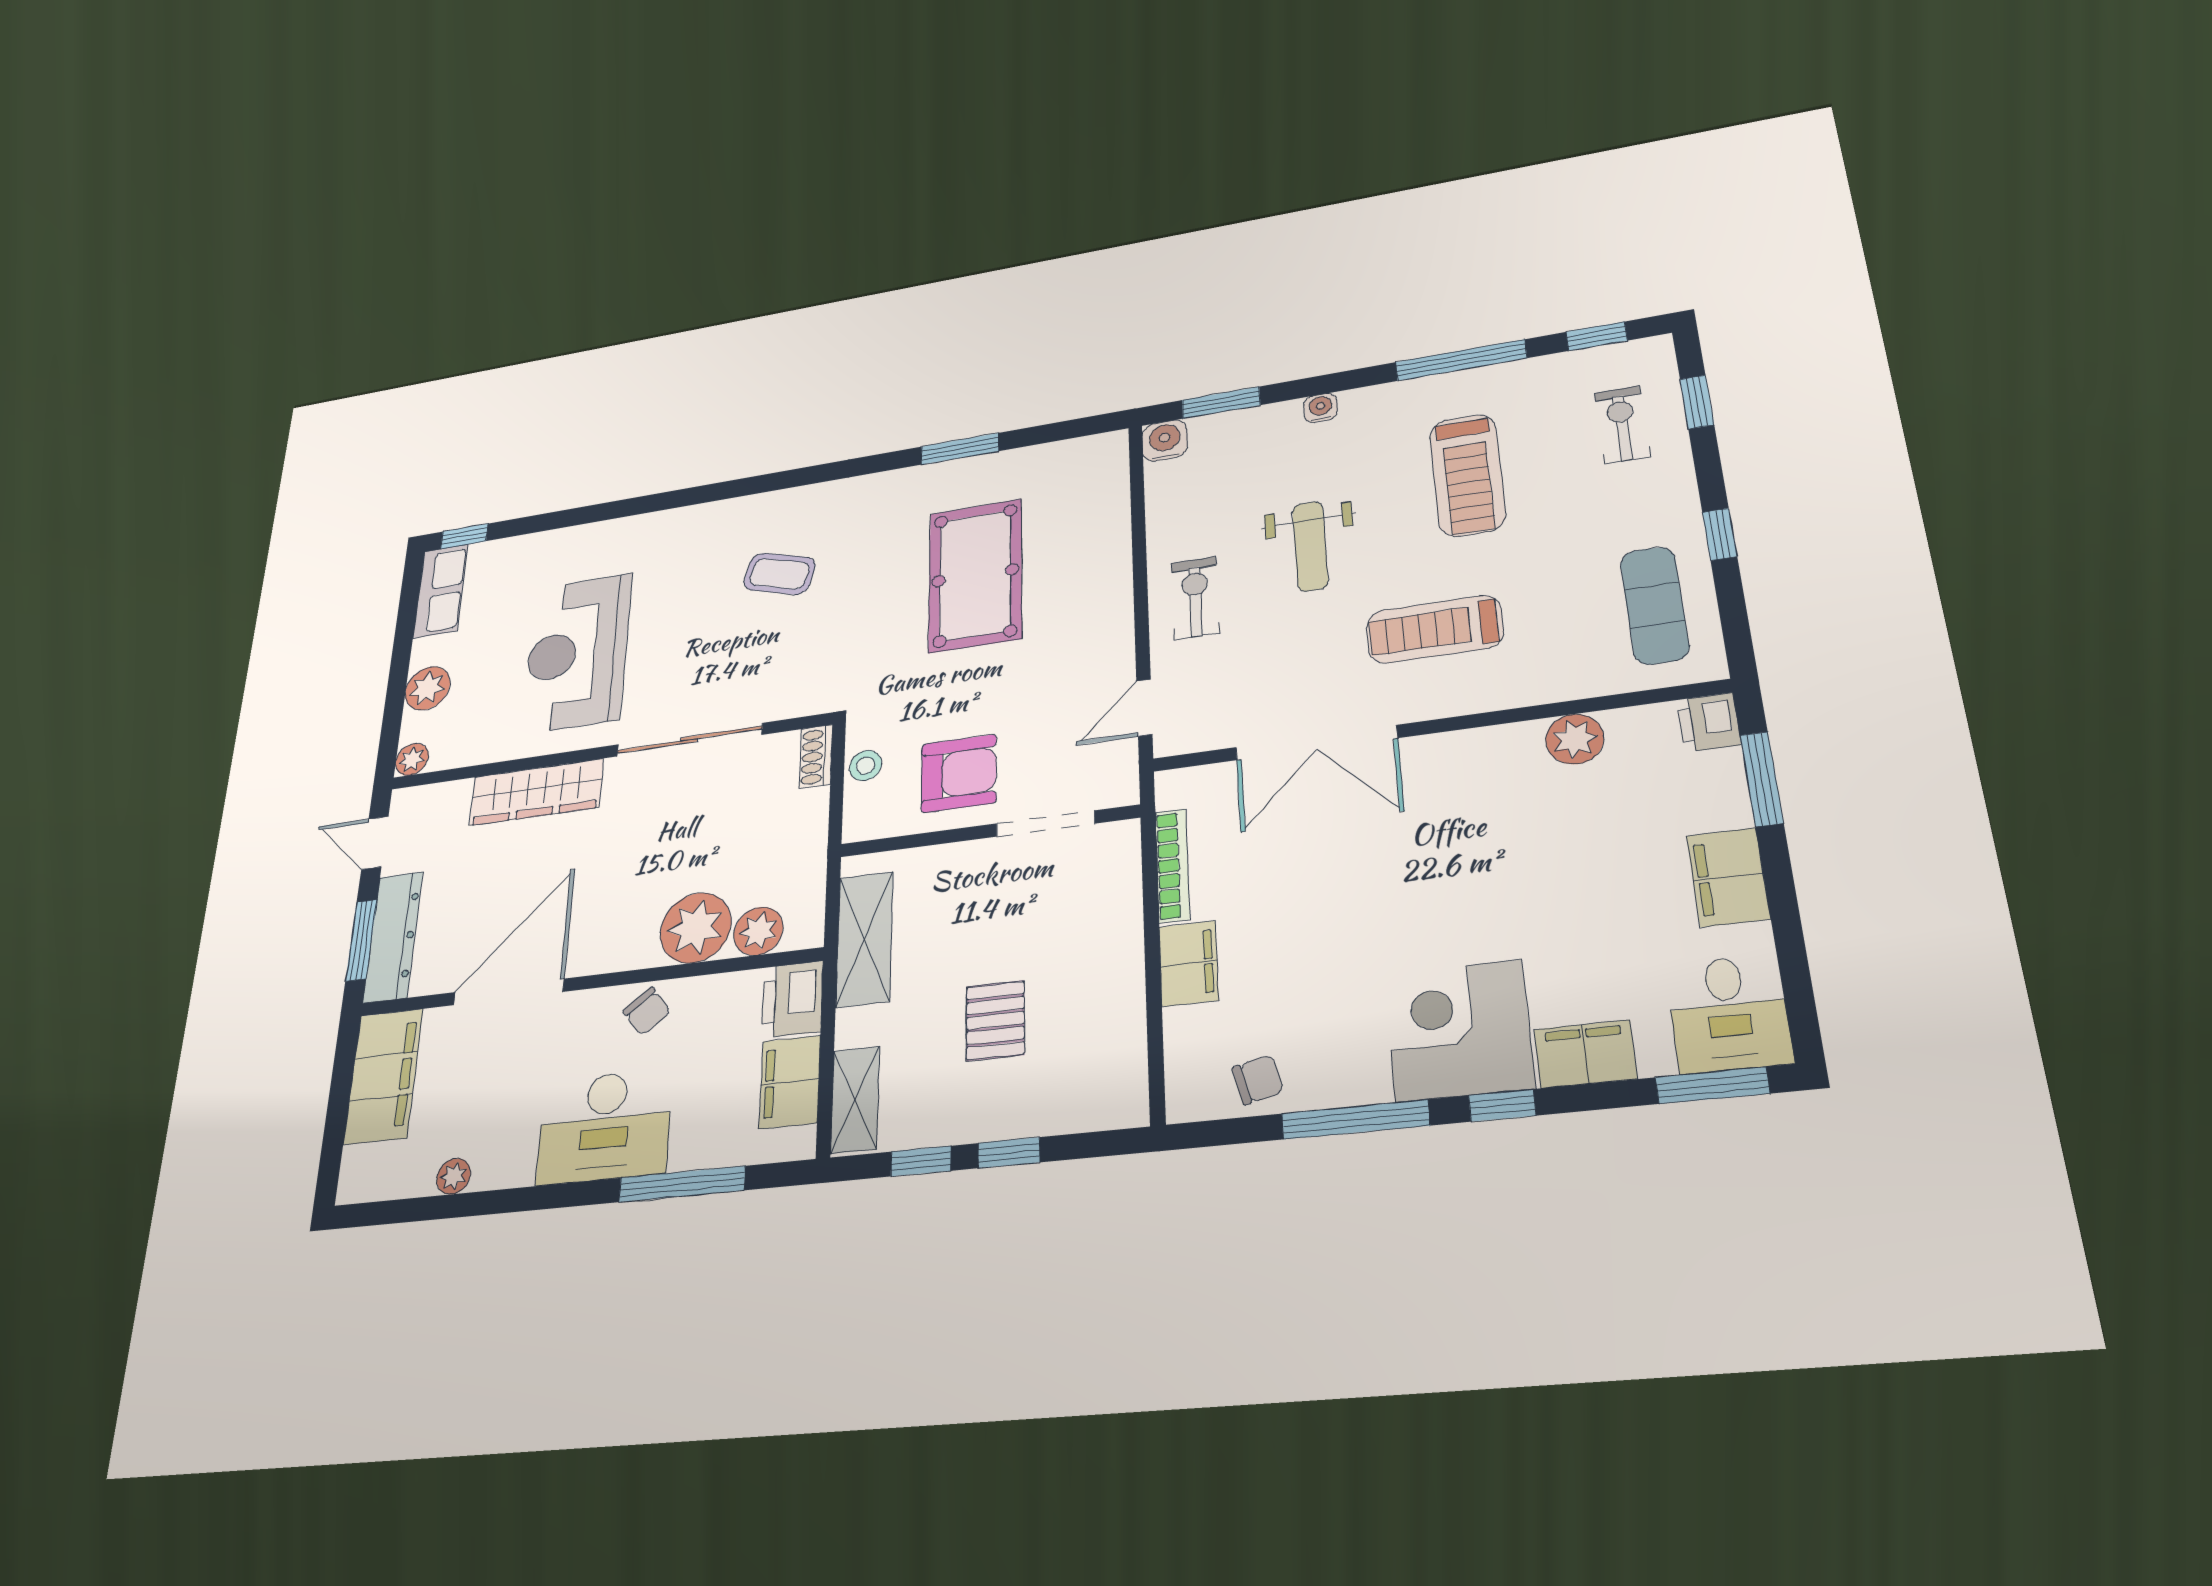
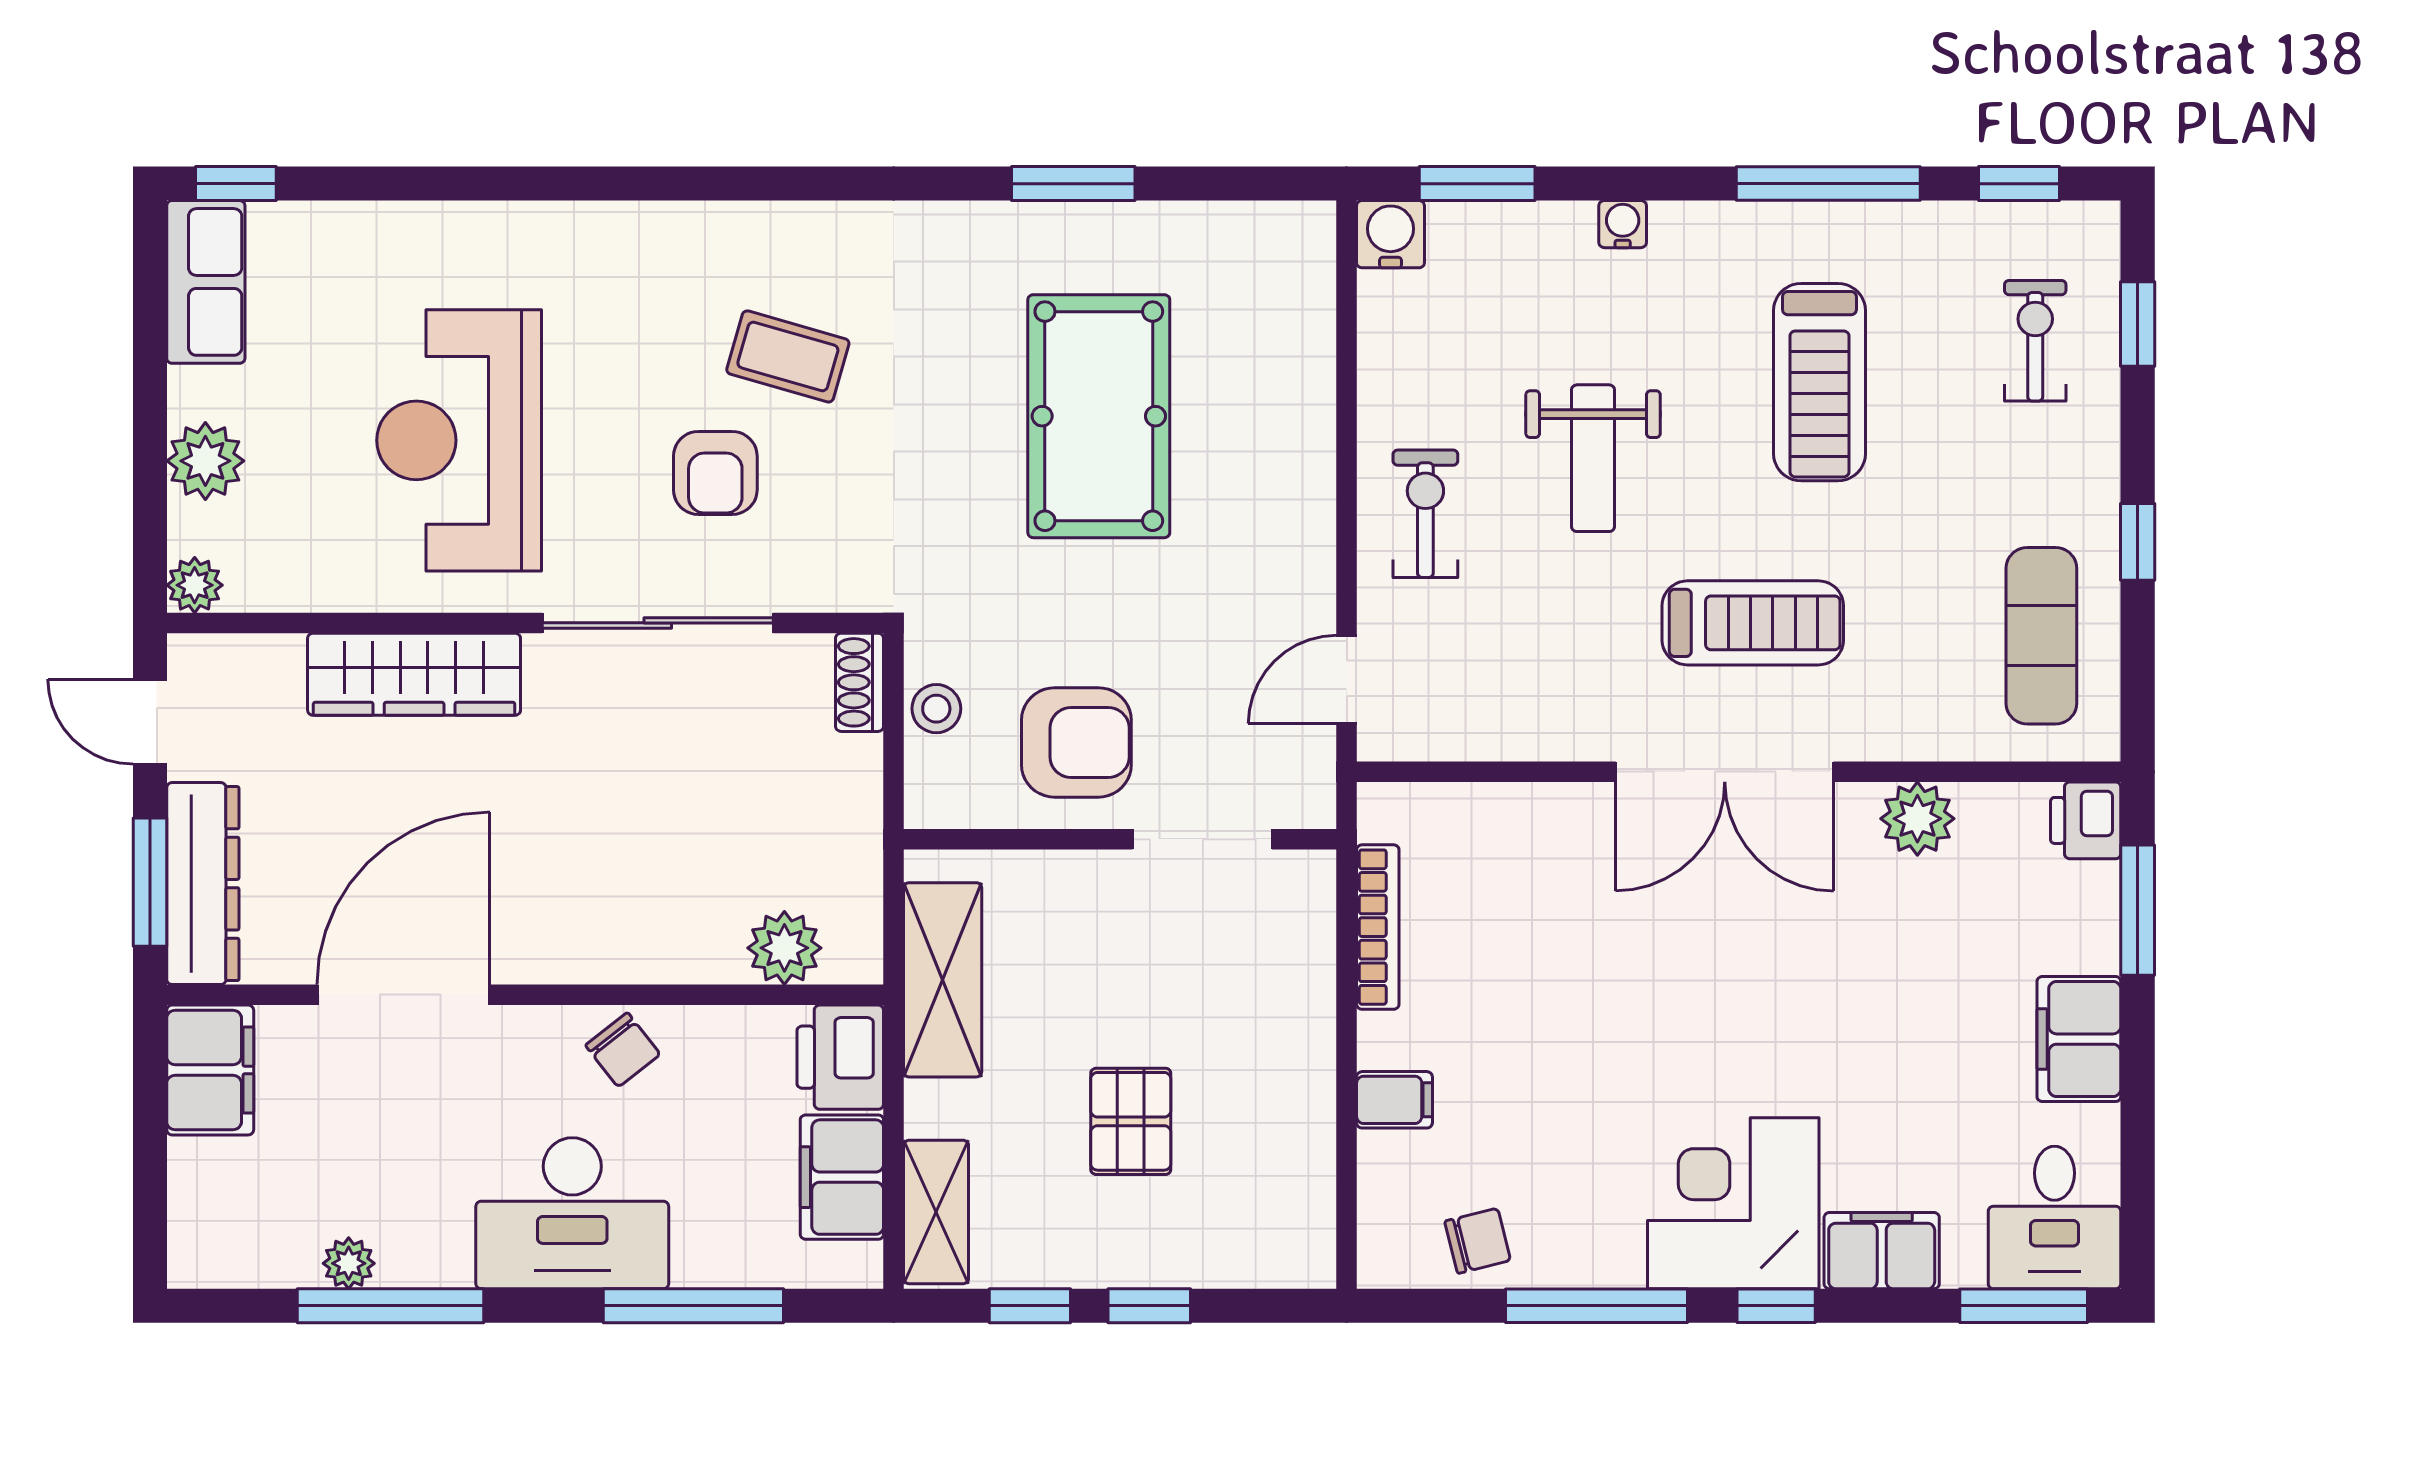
treadmill: (1434, 629) -> (1753, 623), turned 180
armchair: (731, 647) -> (715, 473), added
double door: (1316, 743) -> (1725, 772), moved
plant: (696, 928) -> (688, 931), removed
filing cabinet: (1189, 963) -> (1394, 1100), width x0.50
filing cabinet: (383, 1076) -> (210, 1070), width x0.67, depth x0.86
window: (478, 1204) -> (390, 1306), added

